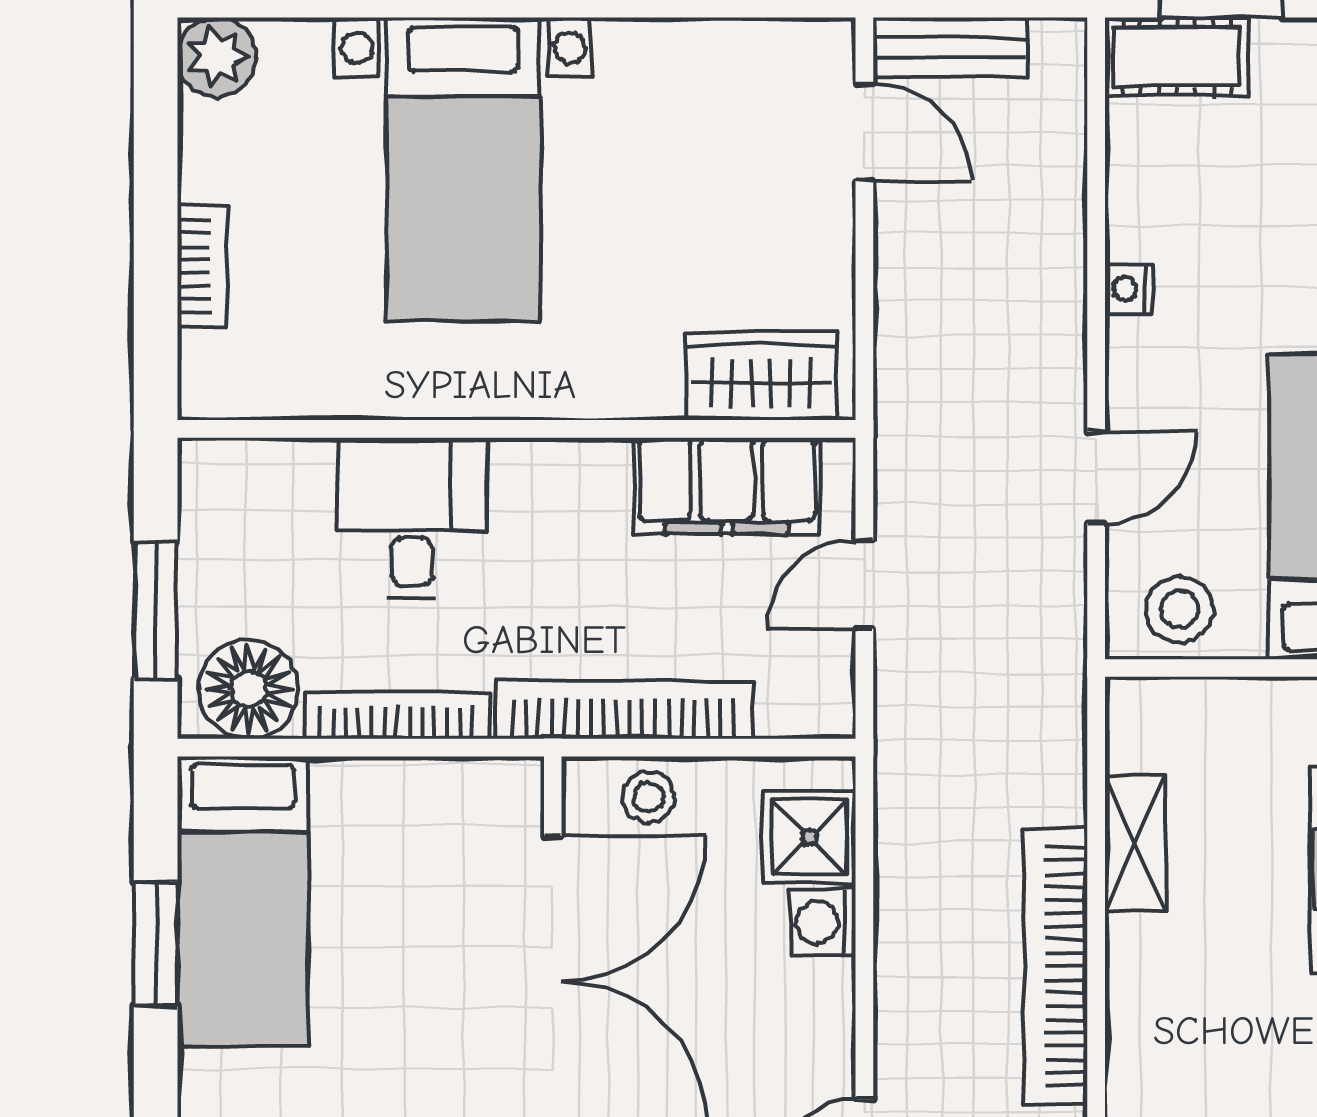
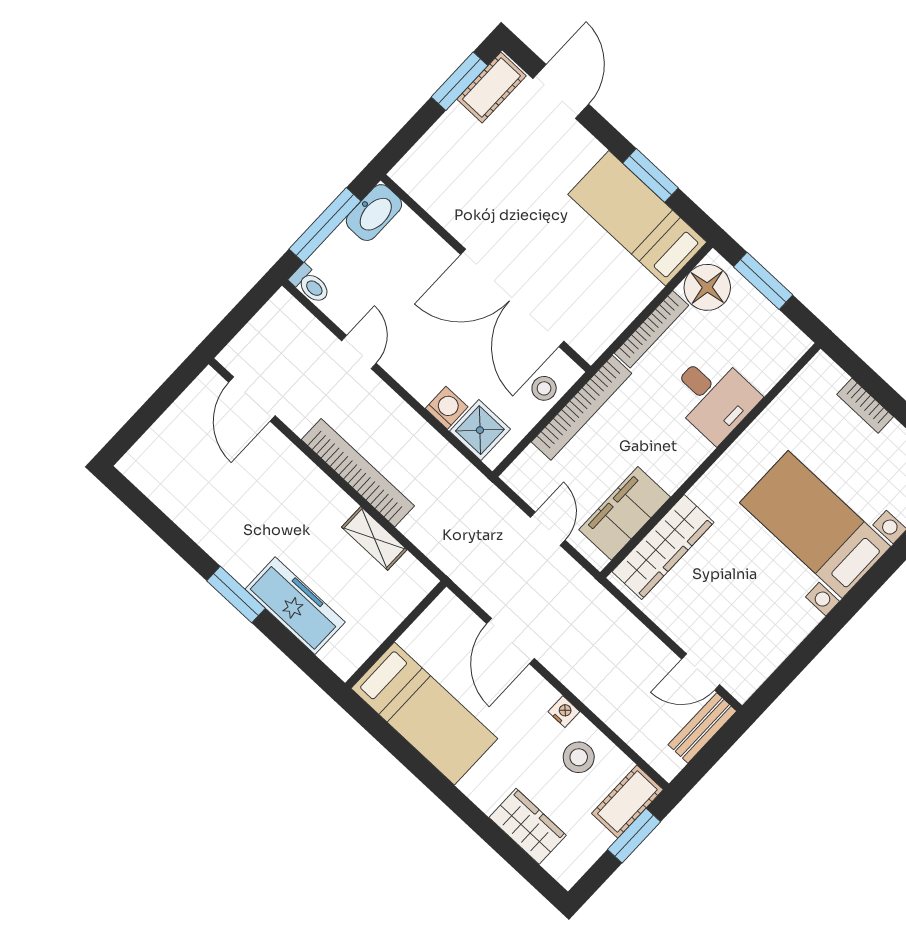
wardrobe: (761, 376) -> (663, 547), width x1.50
door: (1096, 478) -> (510, 641), width x1.38
stool: (1180, 609) -> (579, 757), moved

